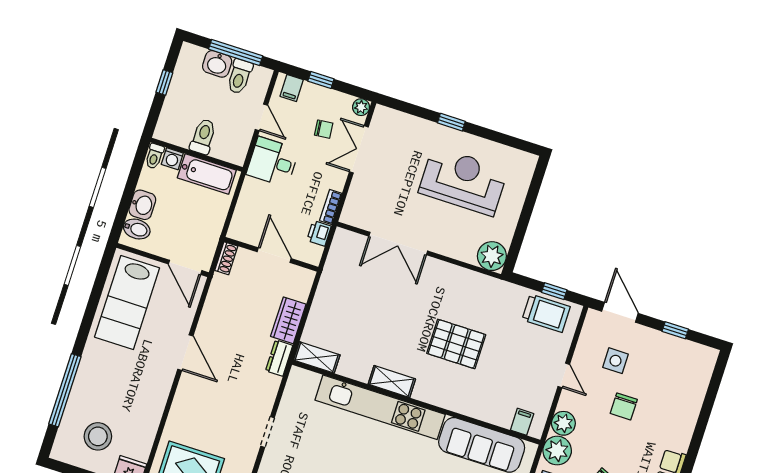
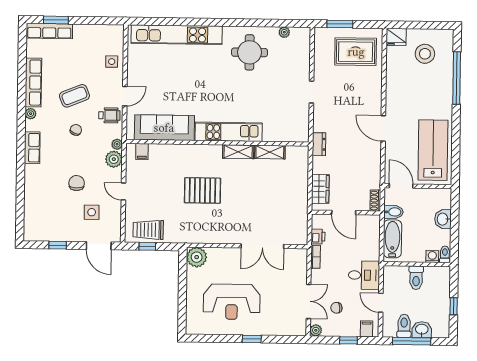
bathtub: (207, 174) -> (392, 239), moved, turned 90
bidet: (137, 229) -> (393, 212), moved, turned 180
double door: (398, 244) -> (262, 246), swing flipped
wardrobe: (288, 320) -> (320, 189), moved
shelving: (317, 357) -> (270, 152), moved
kitchen unit: (380, 407) -> (229, 132), width x0.73
plant: (557, 451) -> (117, 144), width x0.53, depth x0.53

